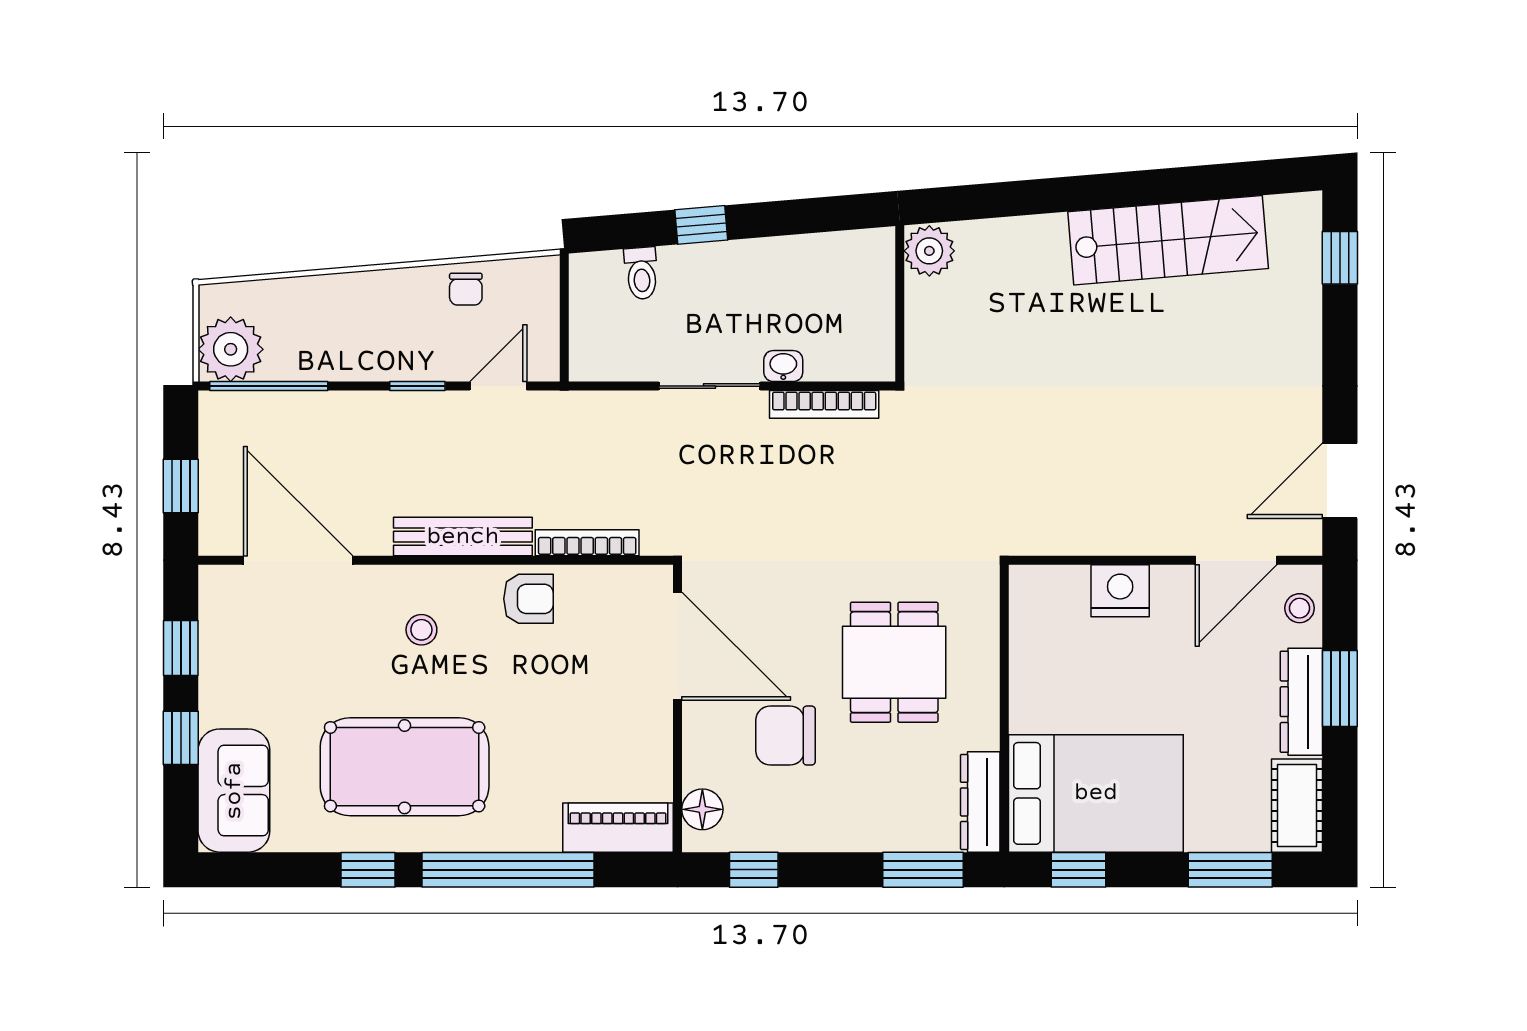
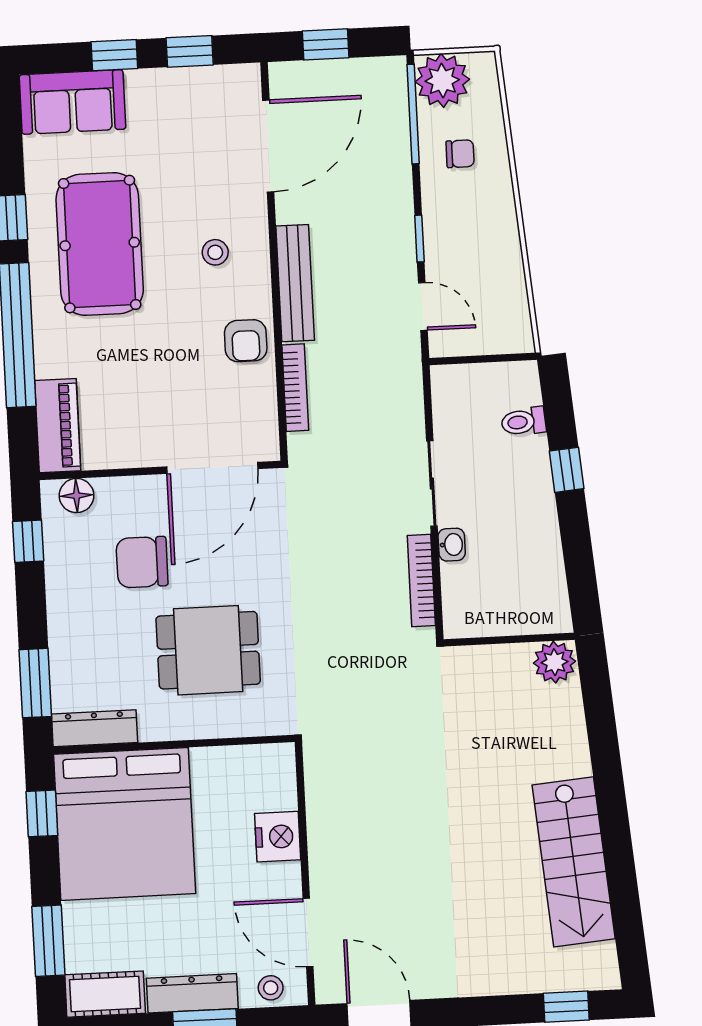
chair: (466, 289) -> (460, 154), moved, turned 180
chair: (785, 736) -> (142, 562), turned -90
bed: (1096, 793) -> (125, 824), width x1.36

